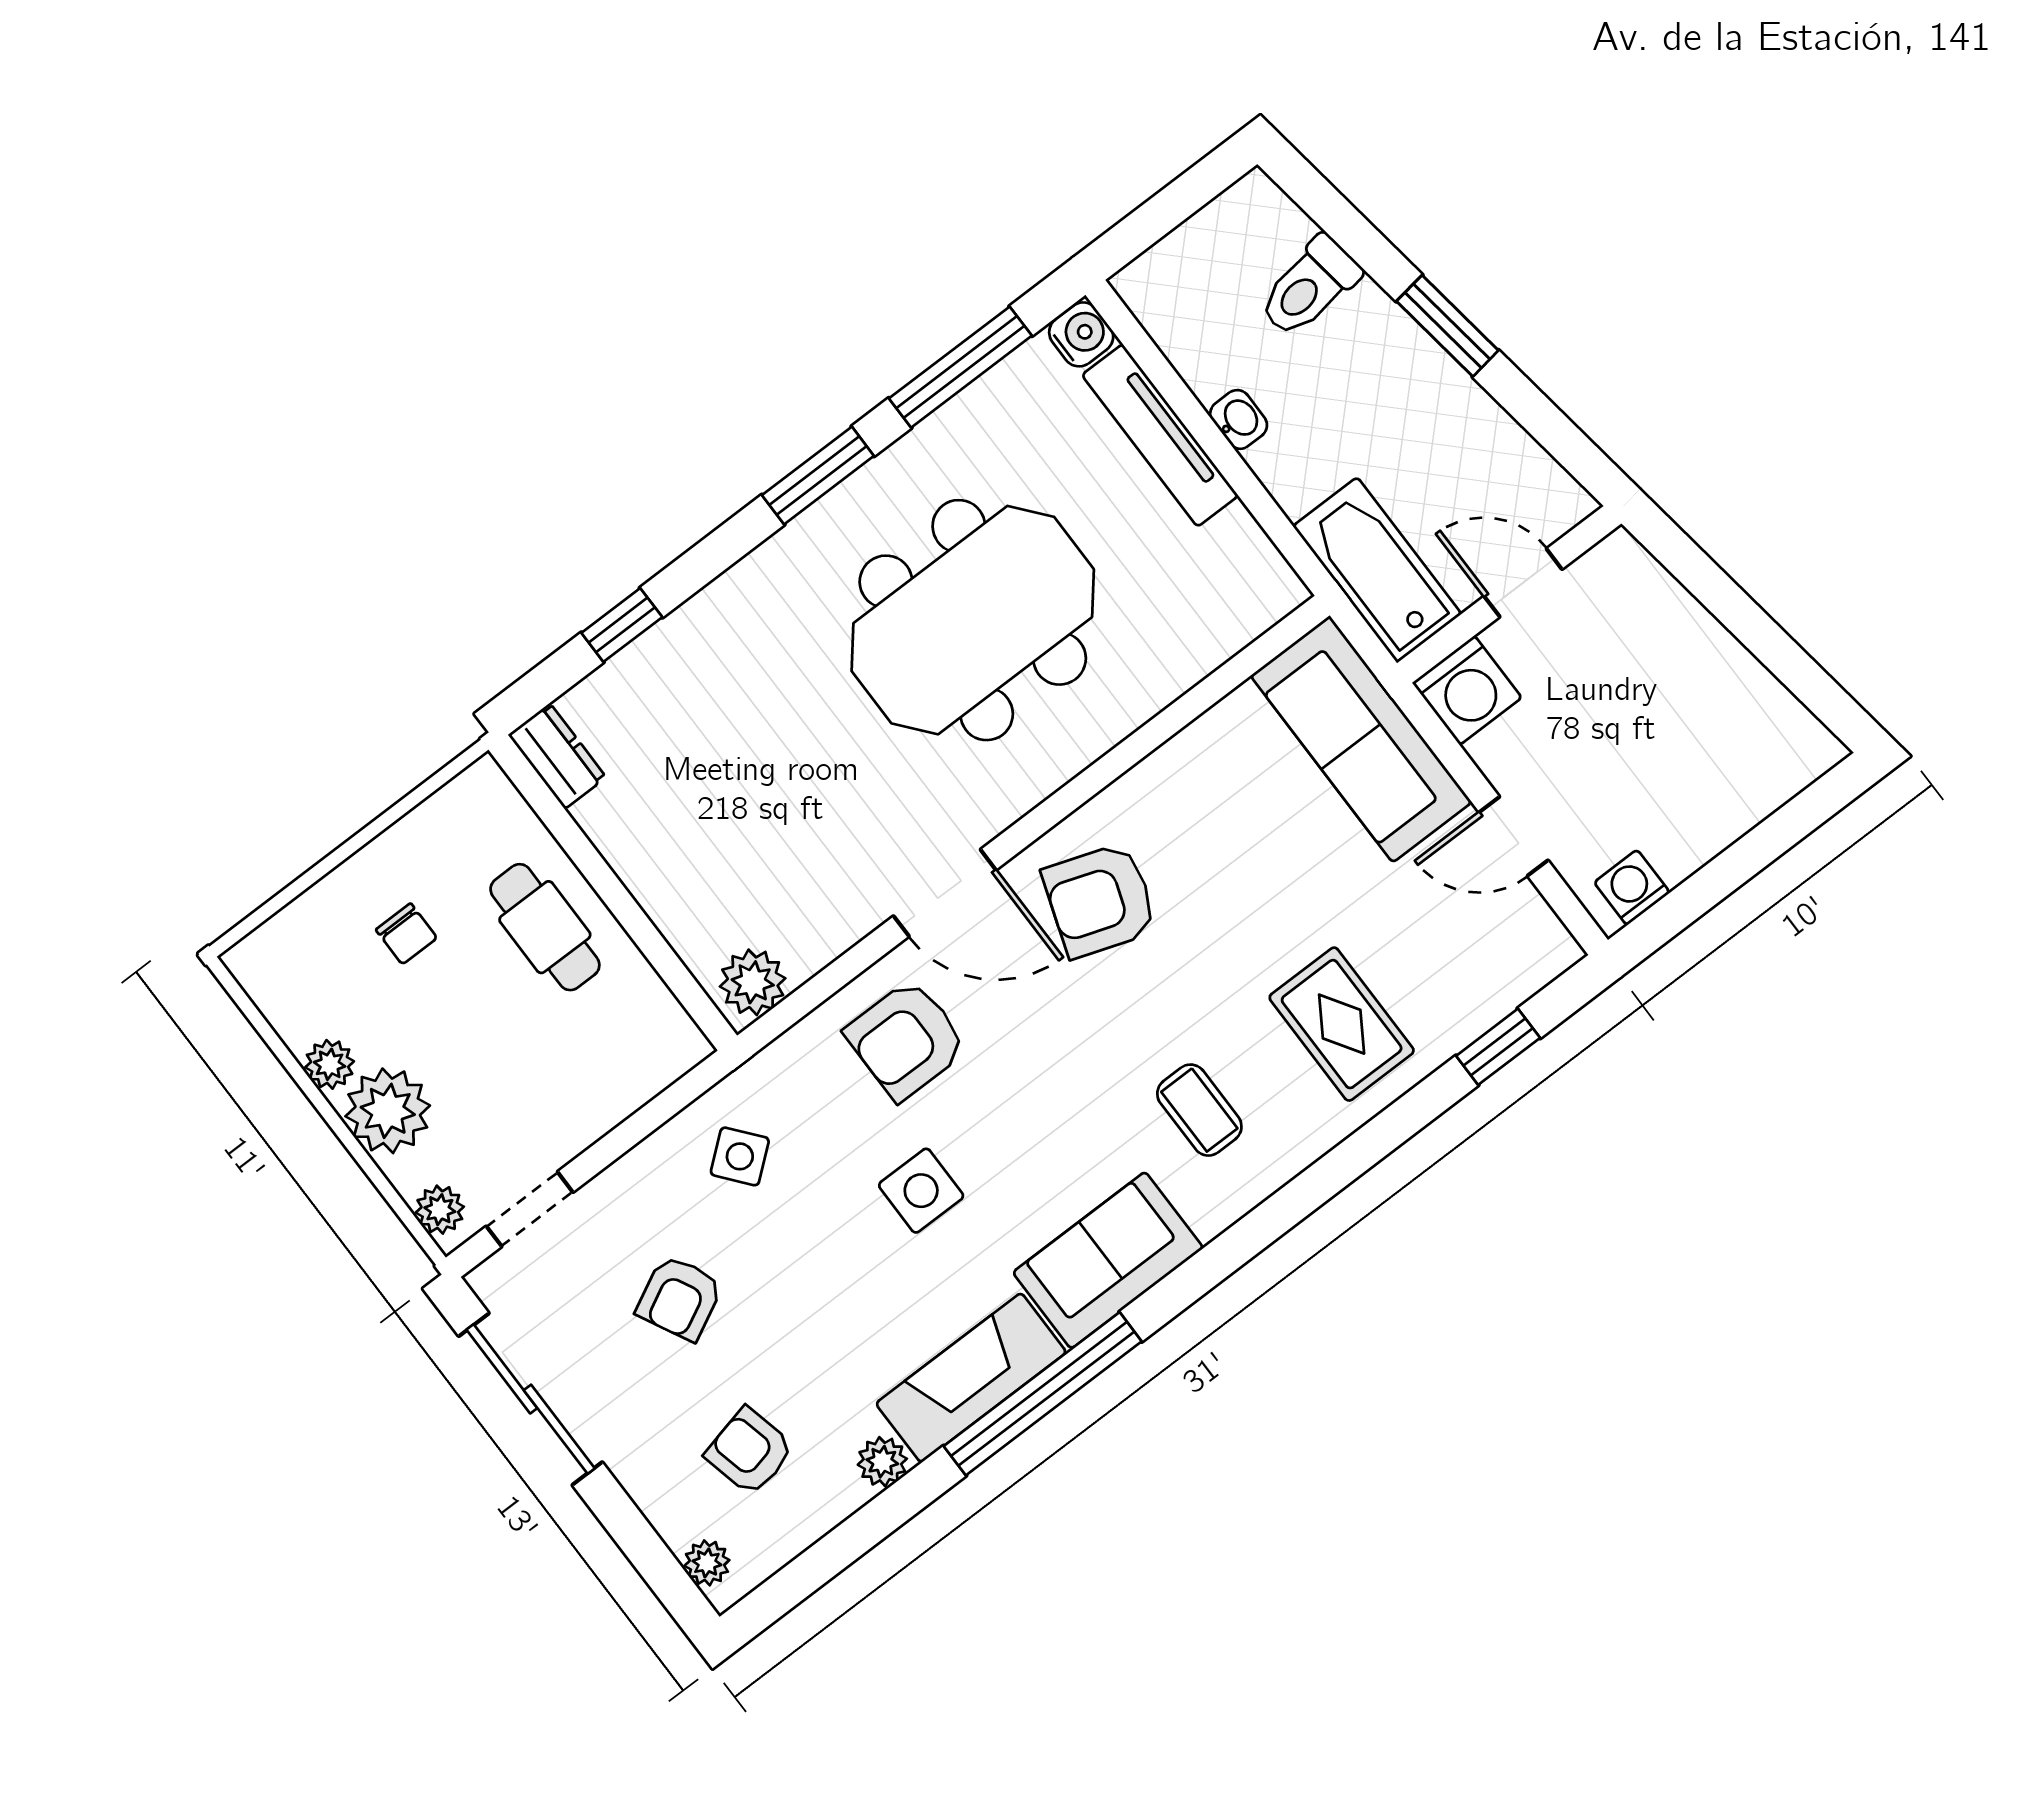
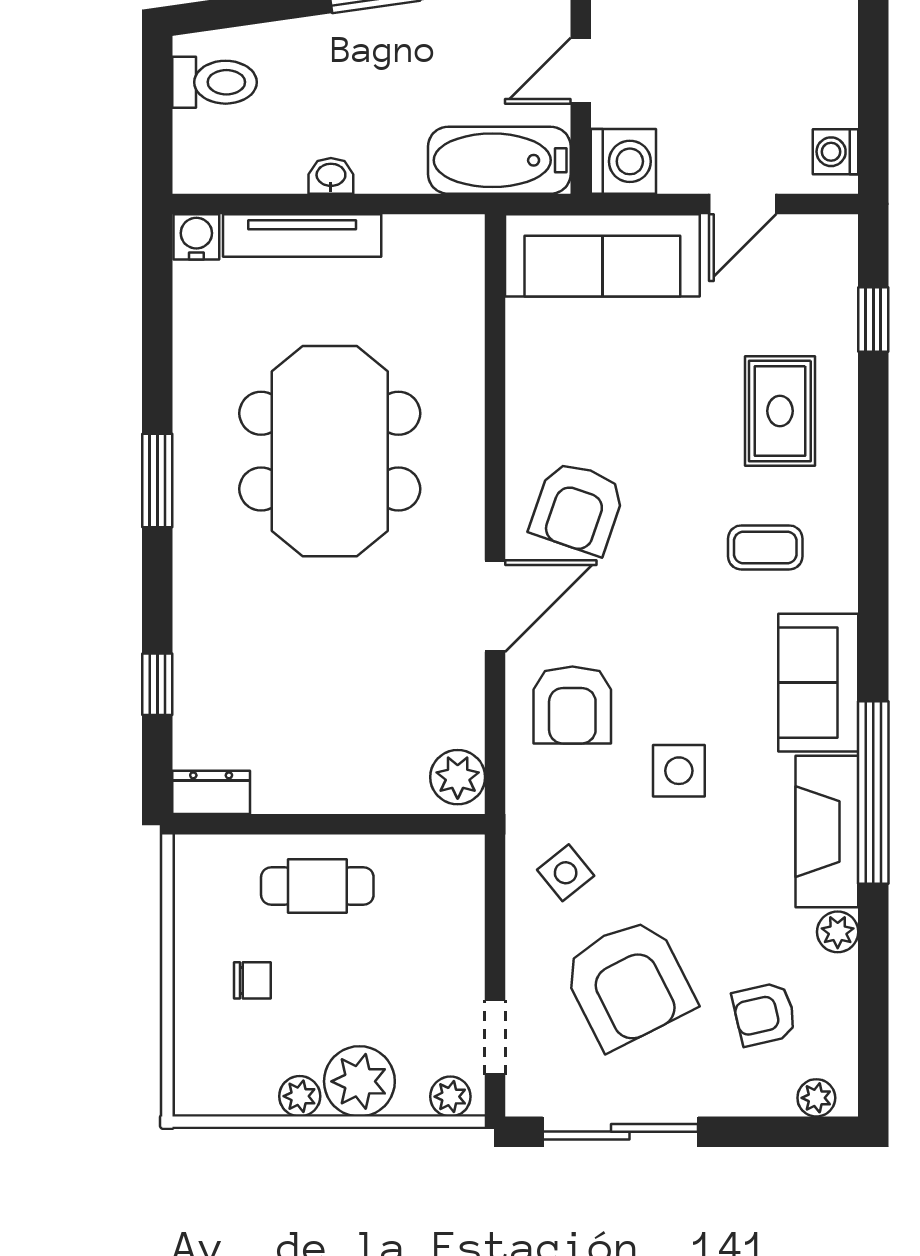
toilet: (1309, 287) -> (215, 82), moved, turned -82
window: (960, 367) -> (157, 333), removed
rug: (1342, 1024) -> (780, 411), turned 90
armchair: (680, 1298) -> (628, 983), width x1.88, depth x1.88

